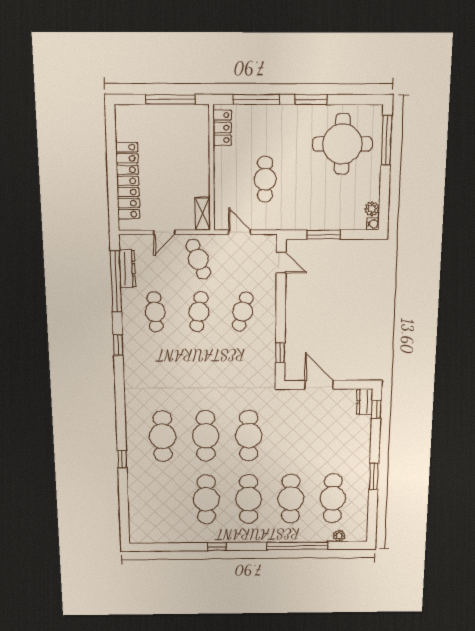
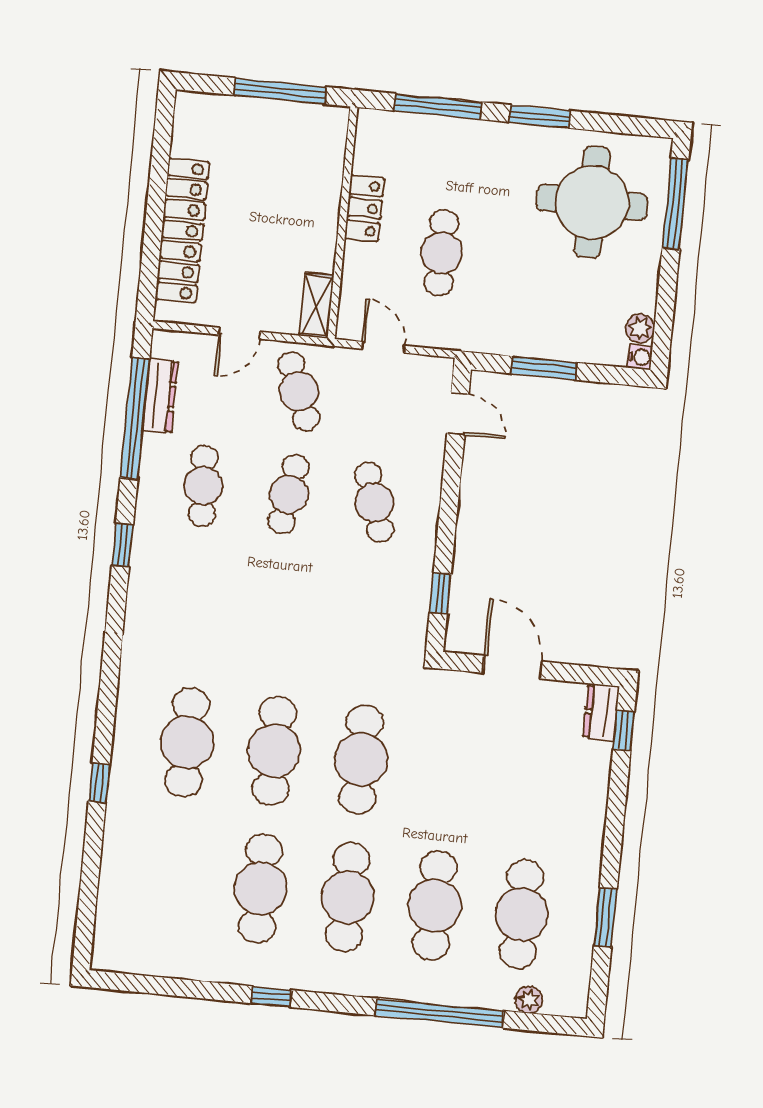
locker: (222, 128) -> (365, 208), moved
cafe table: (243, 312) -> (374, 503), turned -33
window: (374, 476) -> (605, 917), moved

